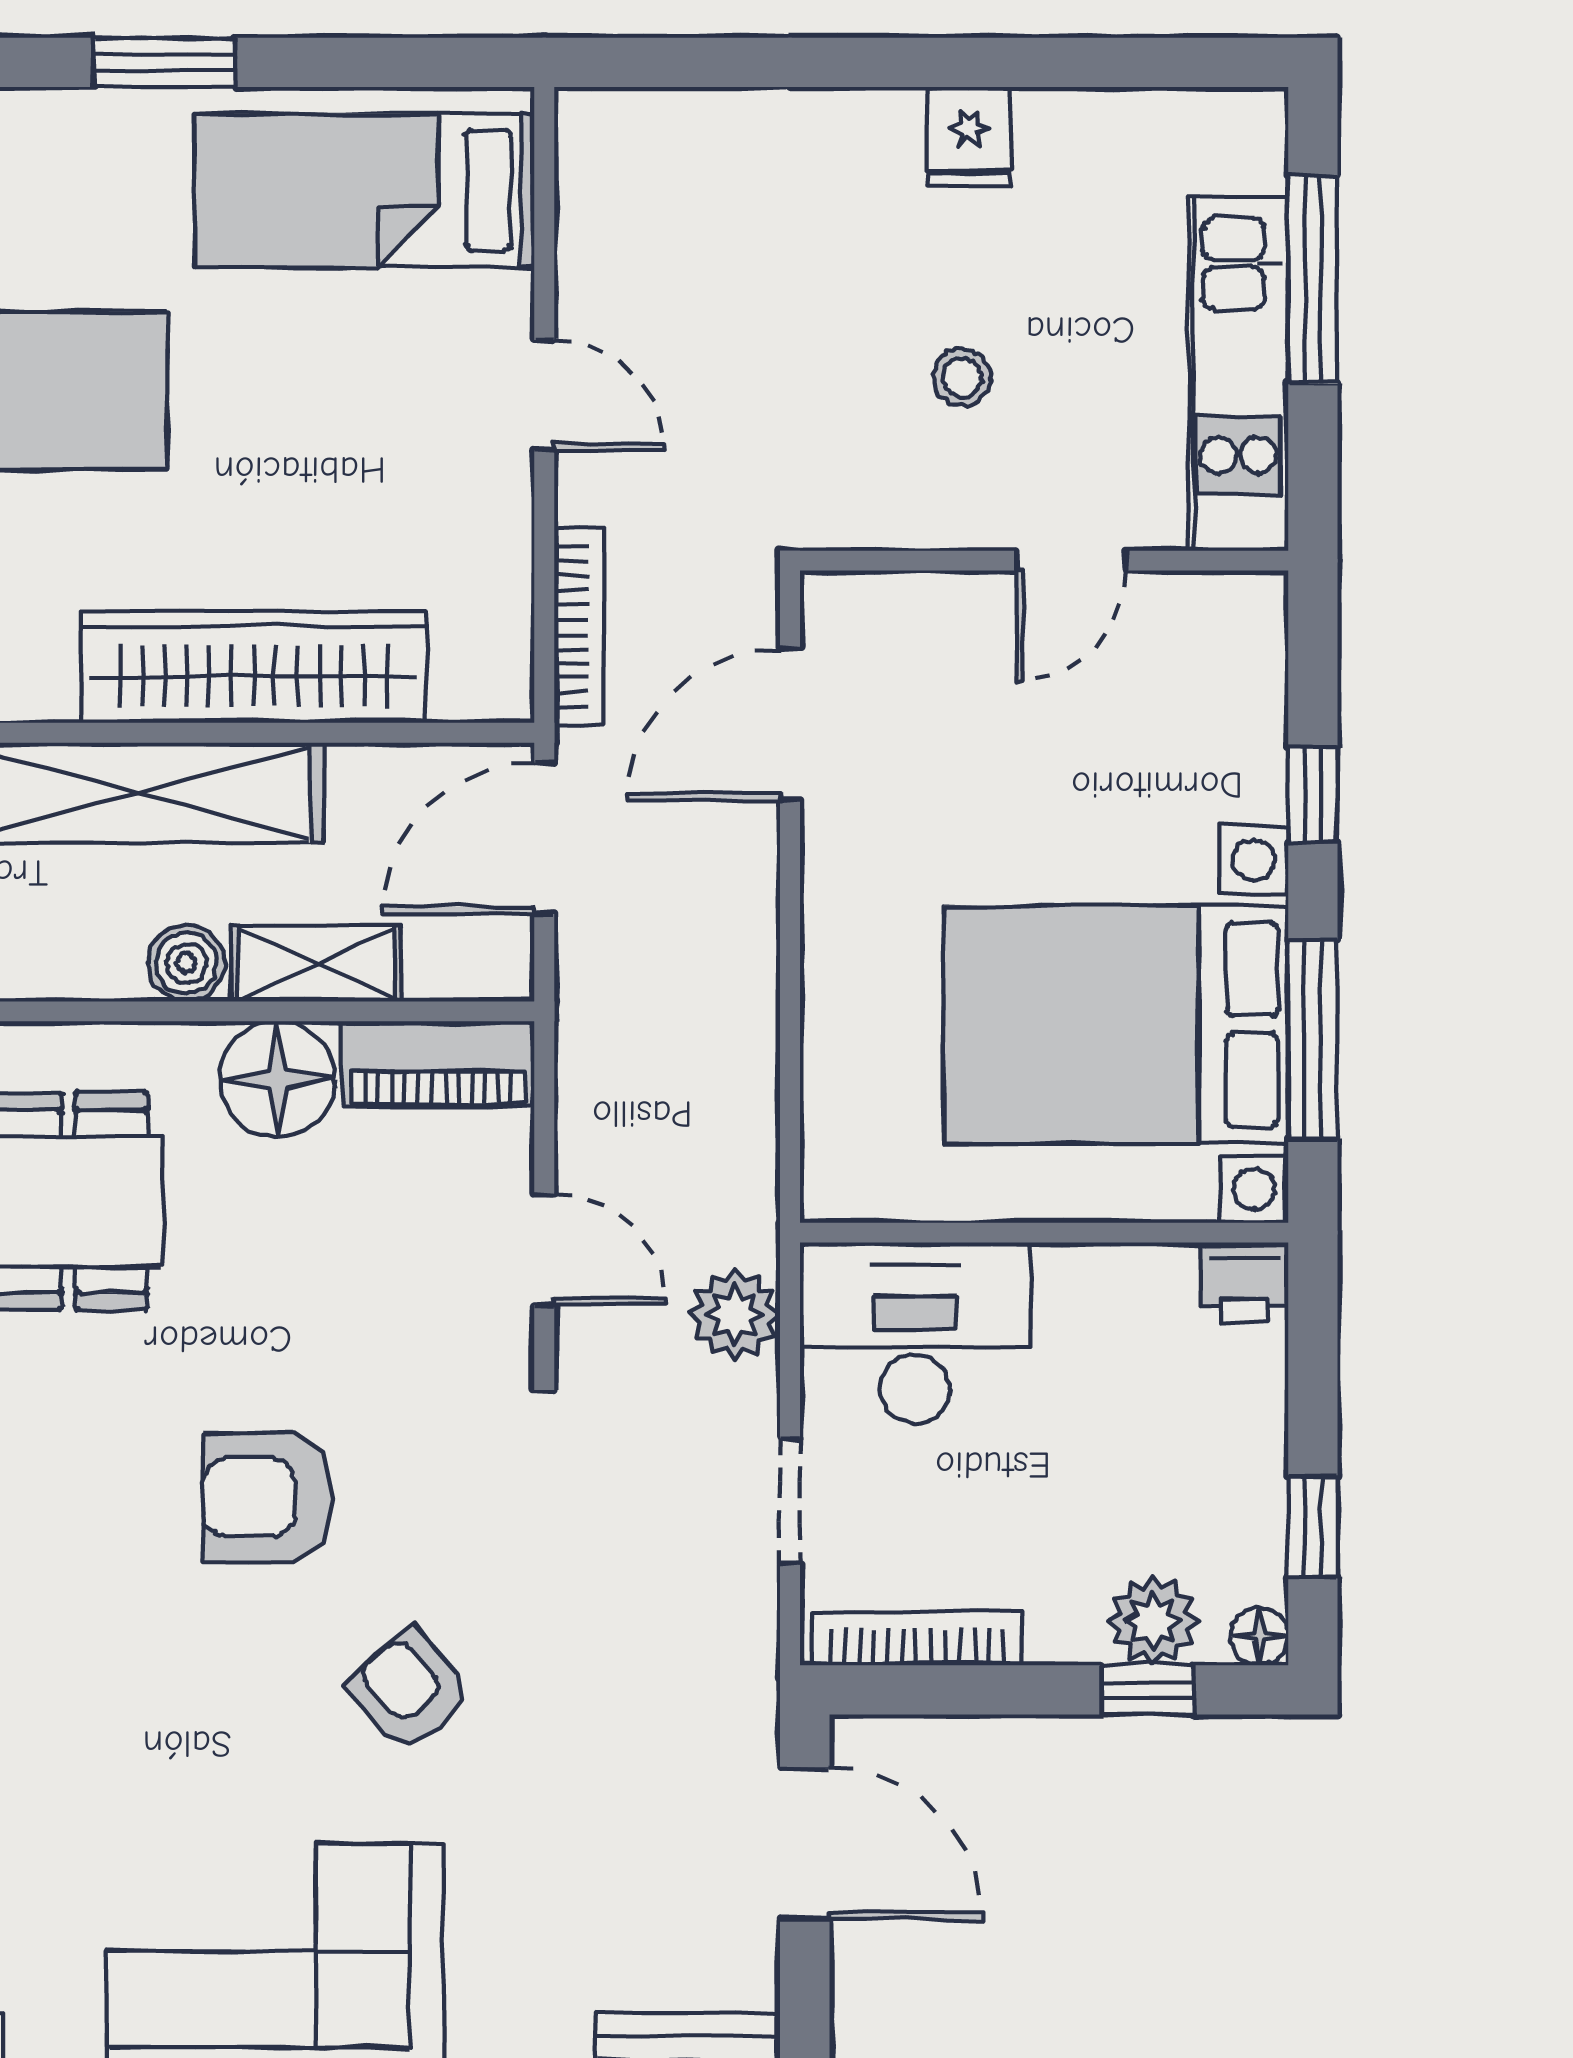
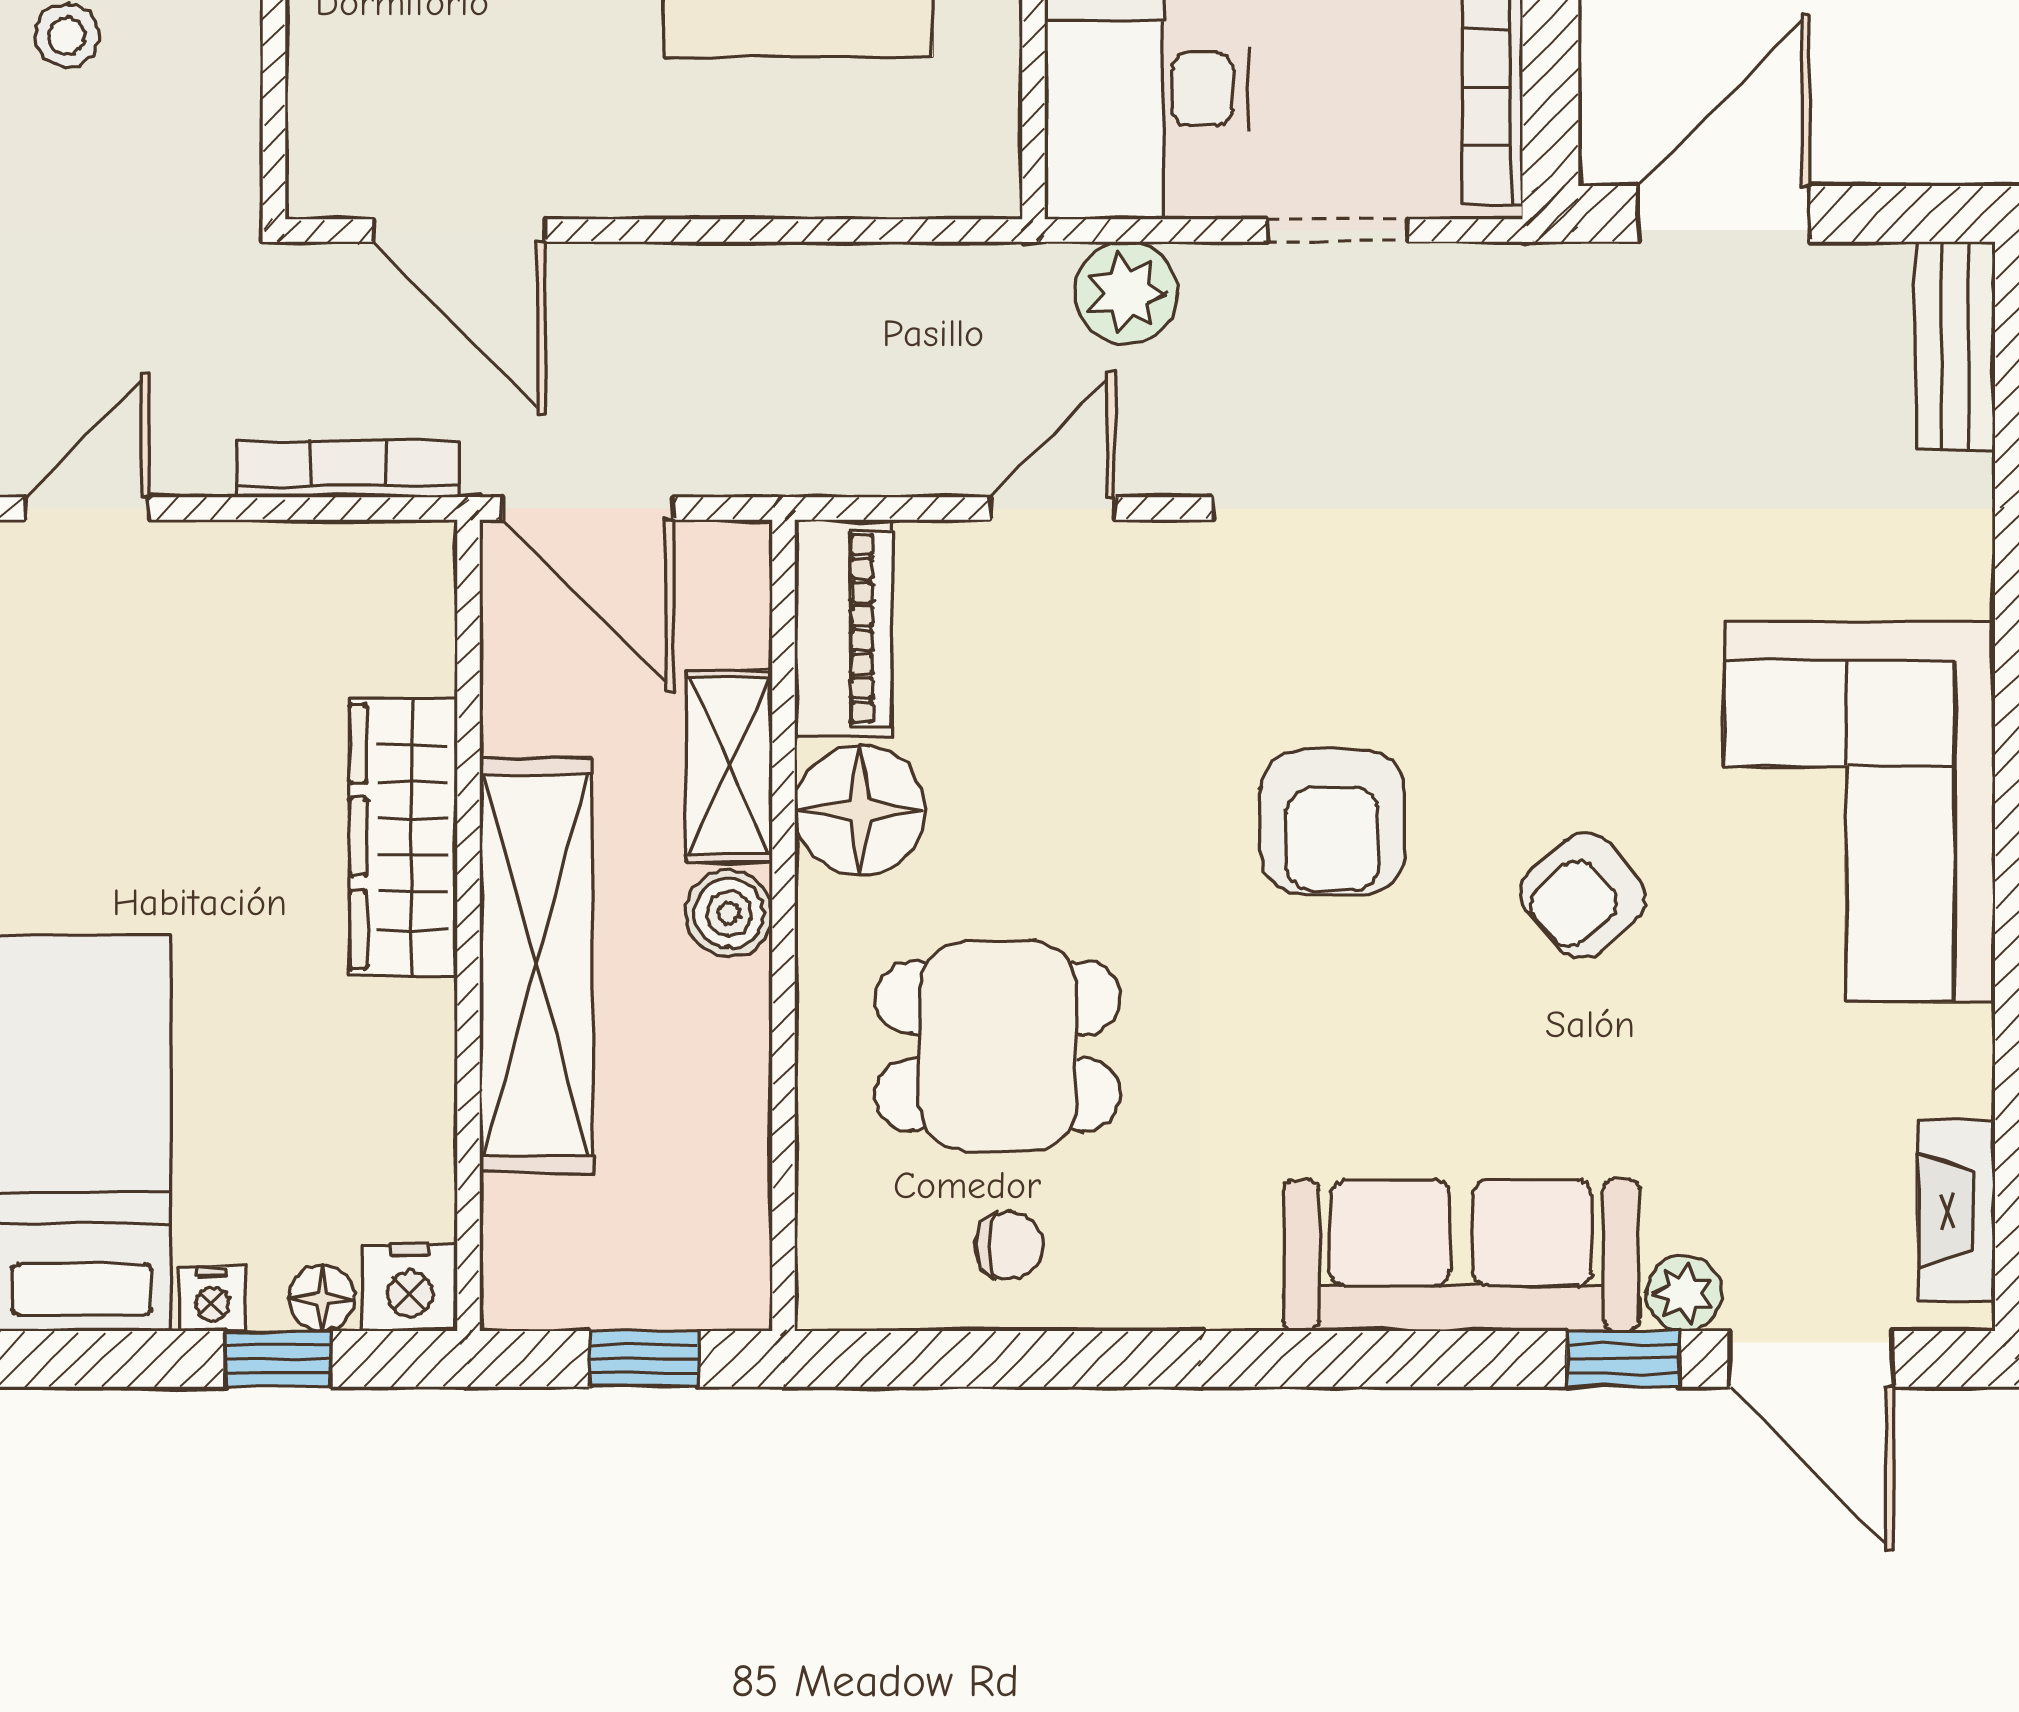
wardrobe: (254, 667) -> (403, 837), width x0.71, depth x0.85
armchair: (409, 1690) -> (1583, 895), moved

